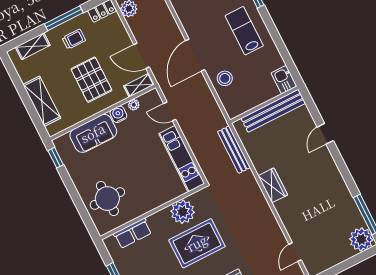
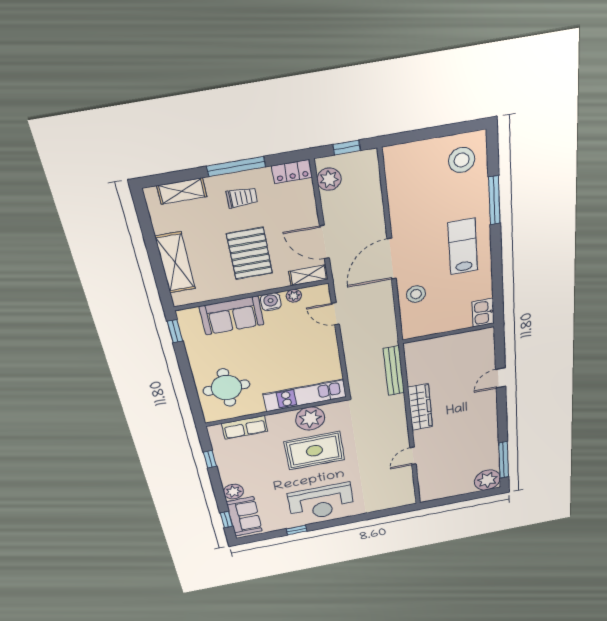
bench: (273, 111) -> (456, 342), removed
kitchen unit: (182, 159) -> (305, 395), moved, turned 90
wardrobe: (273, 185) -> (420, 407), width x1.50
door: (295, 252) -> (413, 456), moved

